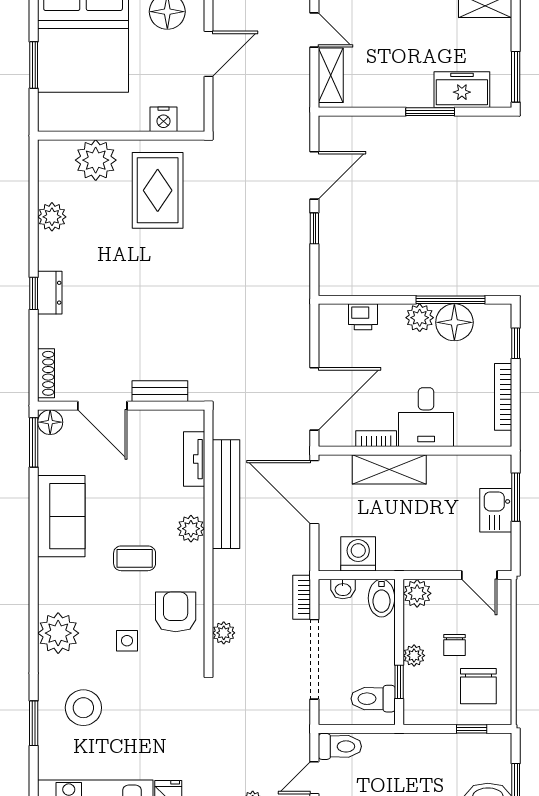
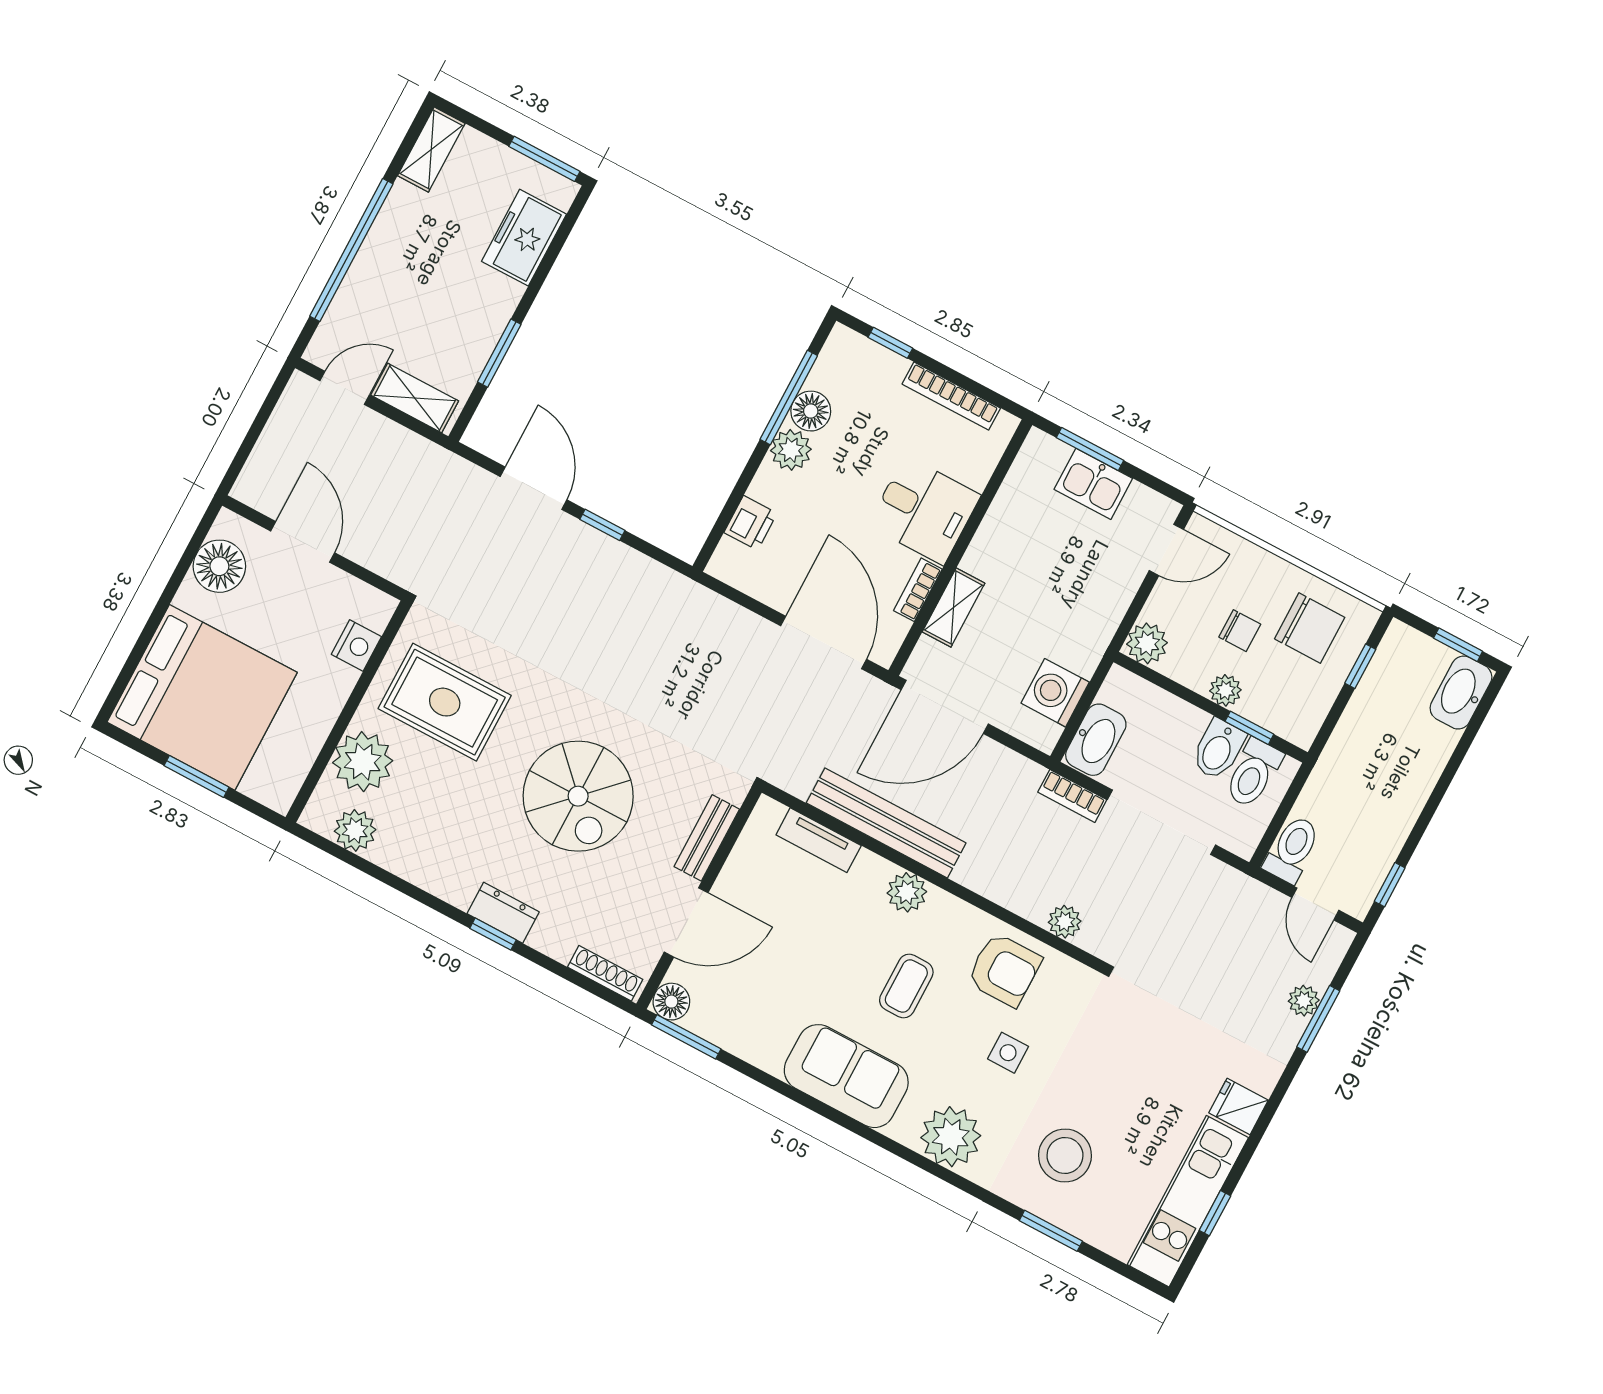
window: (430, 112) -> (499, 353), moved
plant: (52, 217) -> (355, 830), moved
spiral stairs: (144, 301) -> (578, 796), added
floor lamp: (454, 322) -> (811, 411), width x0.73, depth x0.73
shelving: (389, 469) -> (954, 608), width x0.67, depth x0.75
sofa: (61, 516) -> (846, 1076), moved
washbasin: (343, 589) -> (1096, 740), width x1.91, depth x1.45
bidet: (382, 598) -> (1218, 749), moved, turned 90
armchair: (176, 612) -> (1004, 970), turned 180

